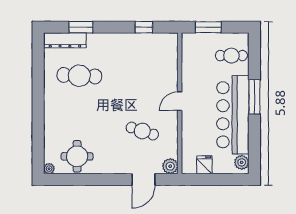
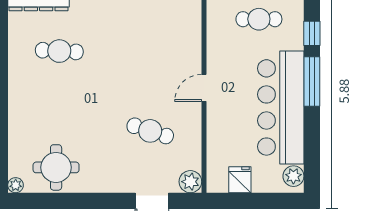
cafe table: (231, 56) -> (259, 19), moved
window: (254, 63) -> (312, 33), added
cafe table: (79, 76) -> (59, 51), width x0.73, depth x0.74

